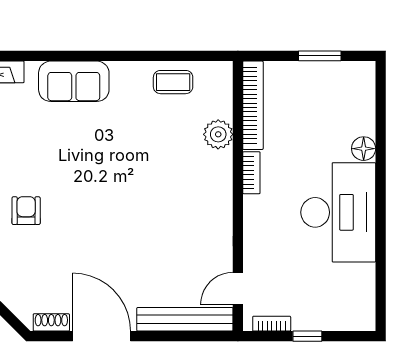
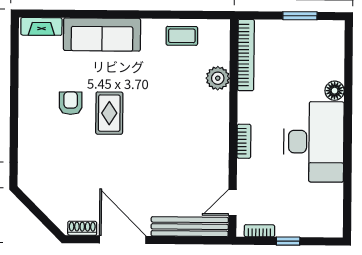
sofa: (74, 81) -> (102, 34), width x1.36
bookcase: (251, 173) -> (244, 141), moved
rug: (84, 179) -> (109, 113), added
armchair: (26, 211) -> (71, 103), moved

